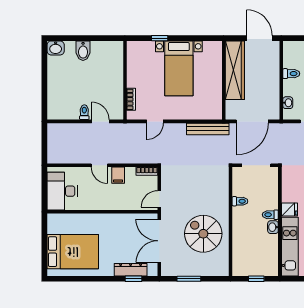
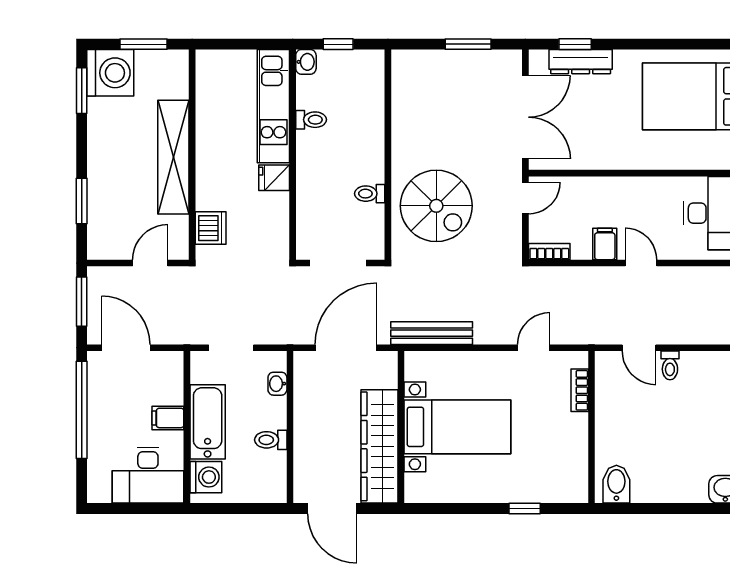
bidet: (83, 51) -> (616, 484), moved
bed with nightstands: (179, 68) -> (457, 427), moved, turned 90
toilet: (270, 215) -> (311, 120), moved
washbasin: (273, 227) -> (306, 62), moved
spiral stairs: (203, 234) -> (436, 206), moved

